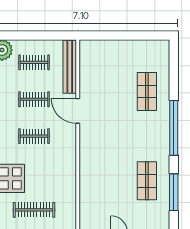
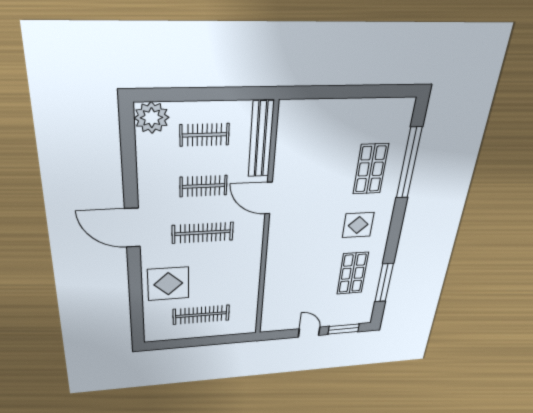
window: (174, 128) -> (409, 163), moved
clothes rail: (34, 136) -> (203, 233), width x1.36
display table: (145, 137) -> (358, 225), added

